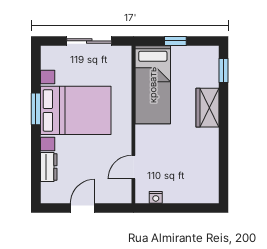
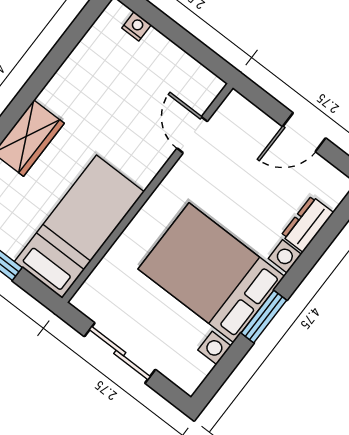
door: (133, 167) -> (192, 135), swing flipped
nightstand: (156, 197) -> (137, 26), moved

